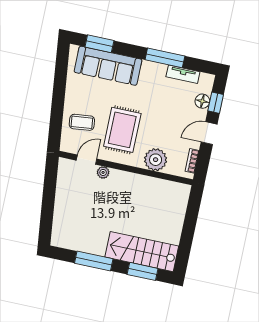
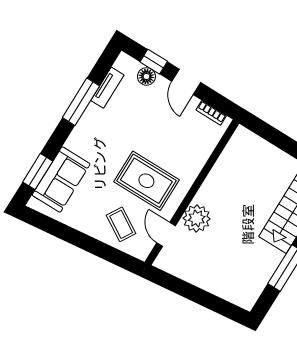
sofa: (108, 66) -> (61, 180), width x0.73
coffee table: (82, 122) -> (121, 224), turned -53
plant: (156, 160) -> (195, 155), removed
plant: (103, 172) -> (197, 218), width x1.88, depth x1.88

